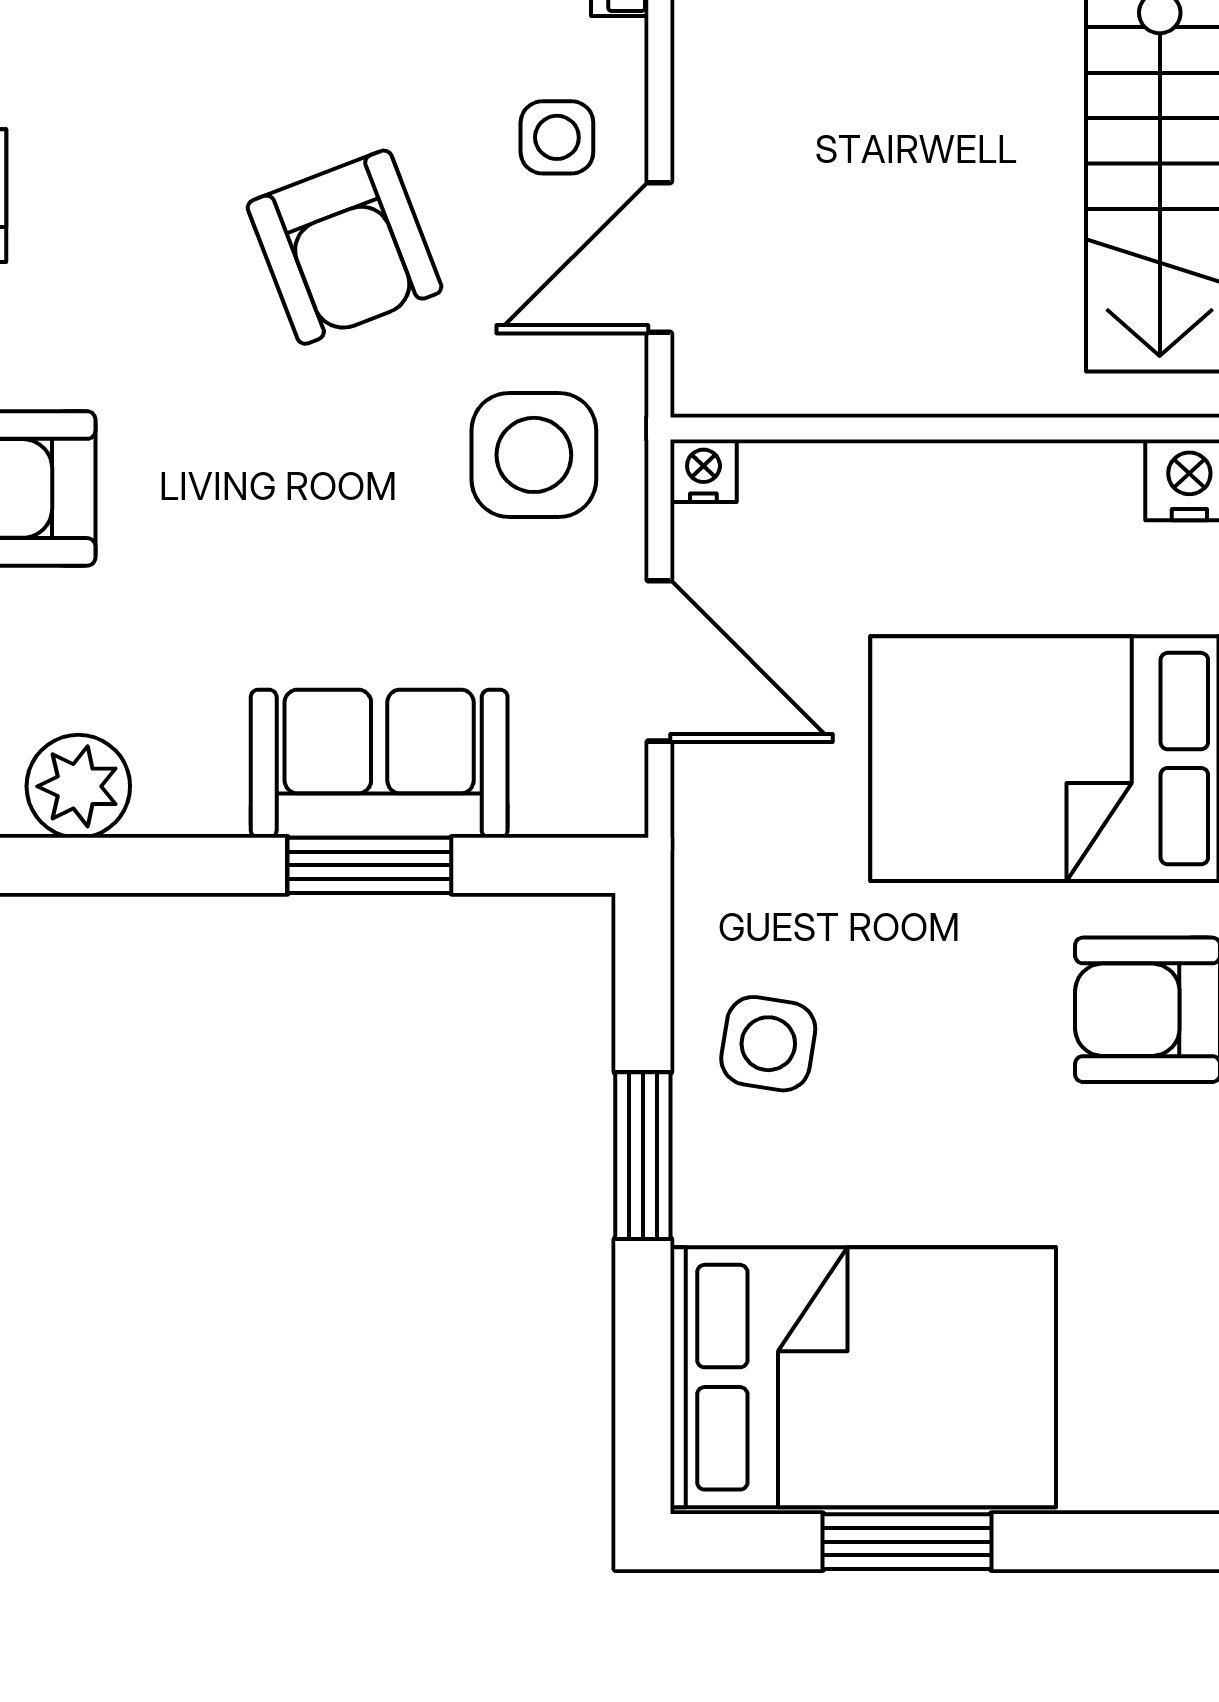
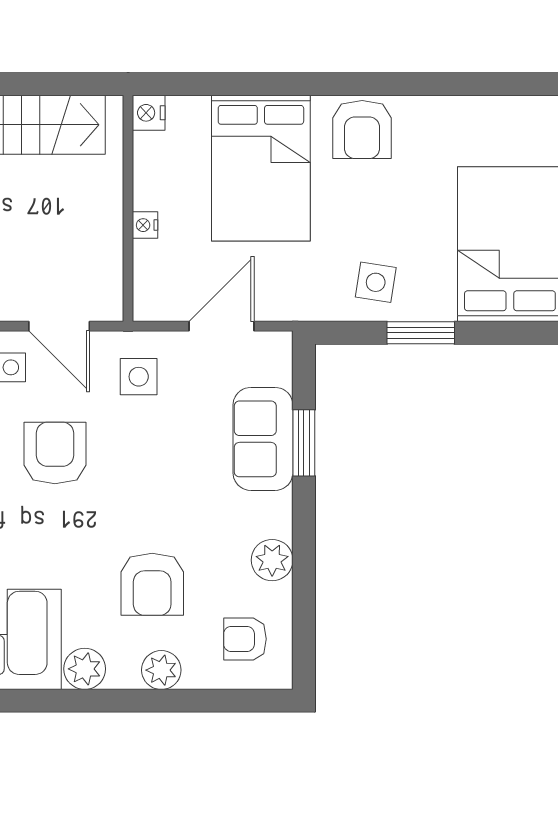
armchair: (345, 247) -> (55, 453), turned -69
side table: (534, 455) -> (139, 377), width x0.73, depth x0.73
nightstand: (703, 471) -> (145, 225), moved

